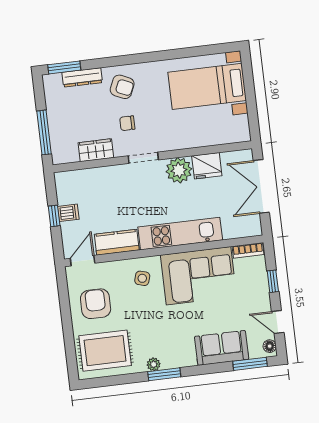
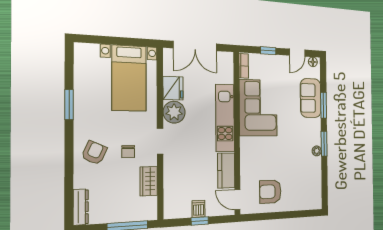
window: (64, 67) -> (69, 105), moved
dresser: (82, 77) -> (81, 207), moved
bed with nightstands: (207, 86) -> (129, 78), moved
side table: (142, 278) -> (256, 153), removed
rug: (105, 351) -> (304, 187), removed
window: (250, 364) -> (324, 105), moved

